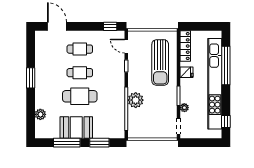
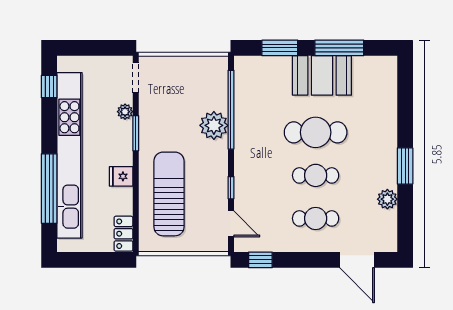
locker: (185, 46) -> (123, 234), width x0.66
plant: (40, 114) -> (387, 199), moved

